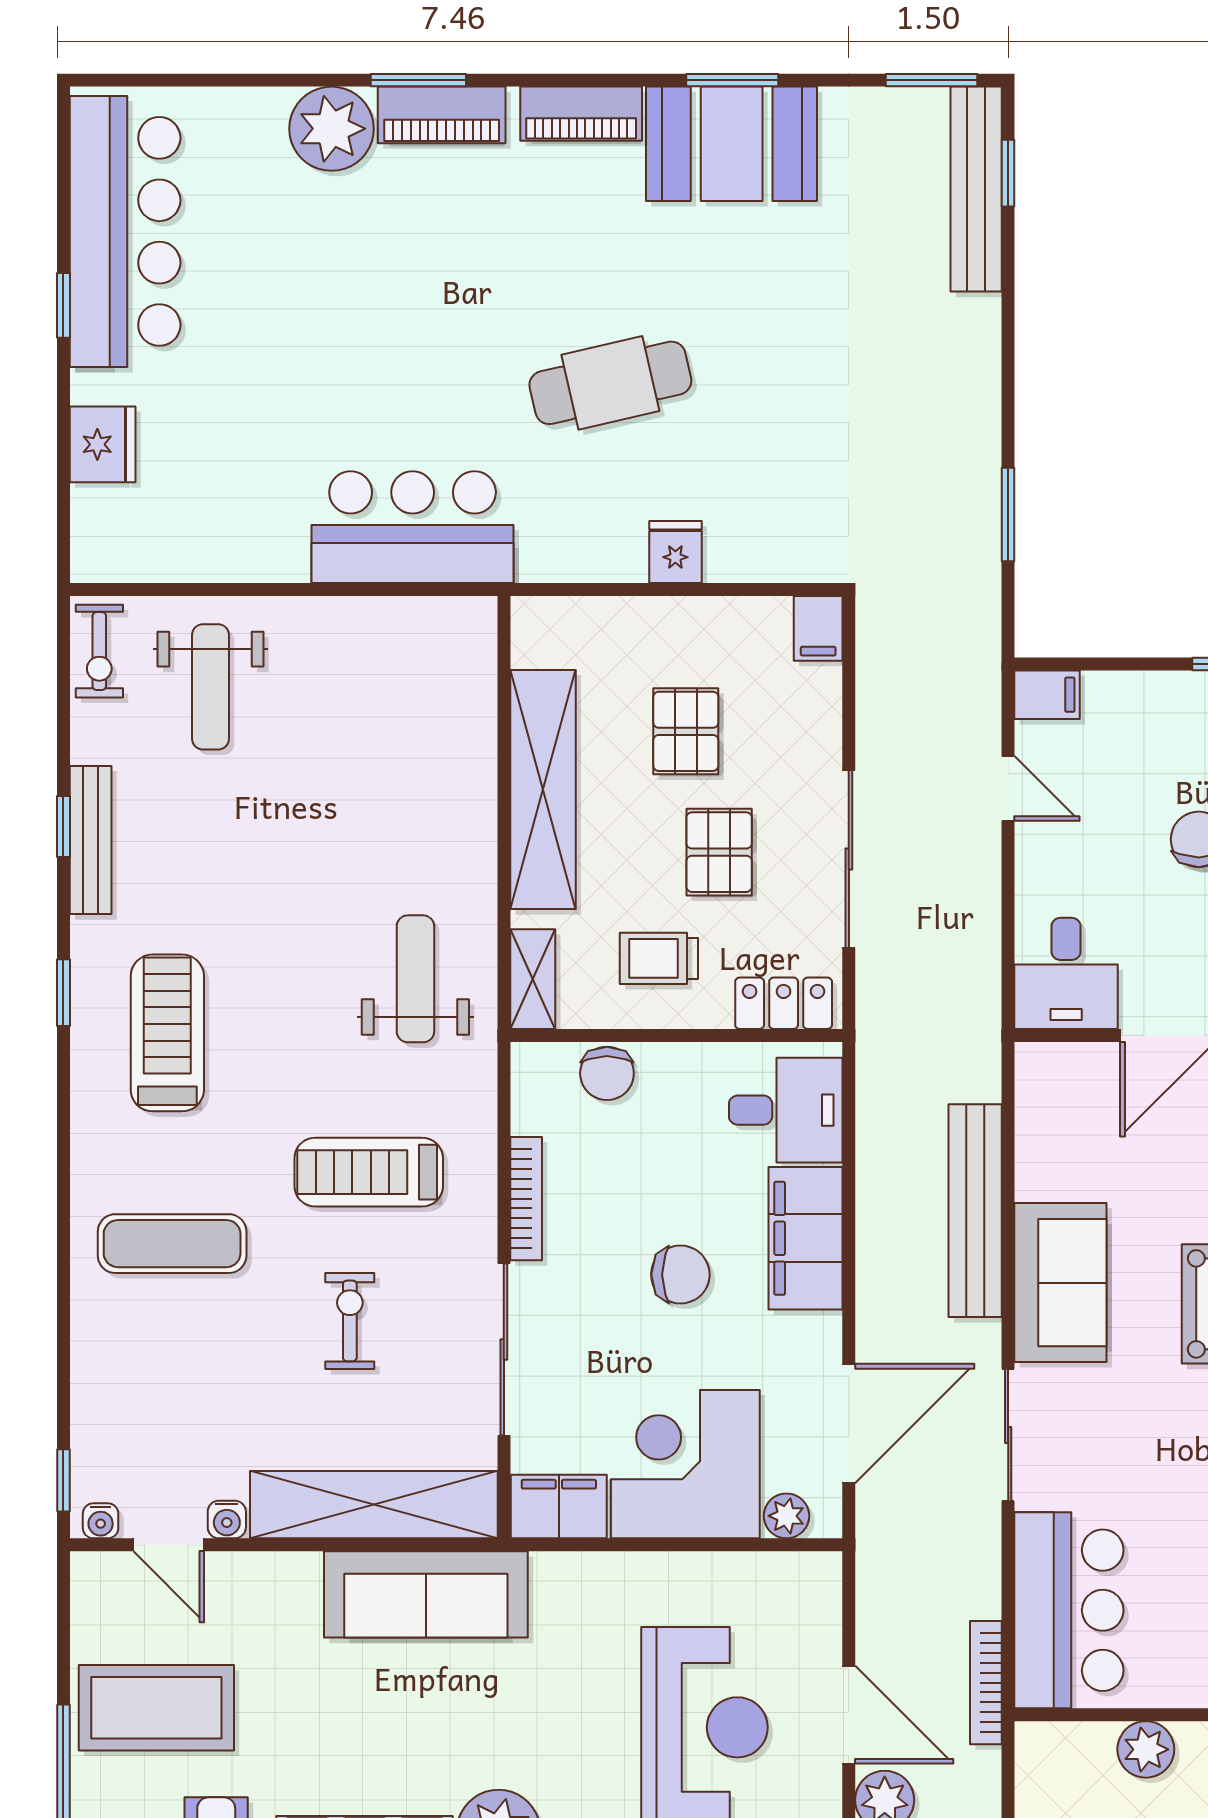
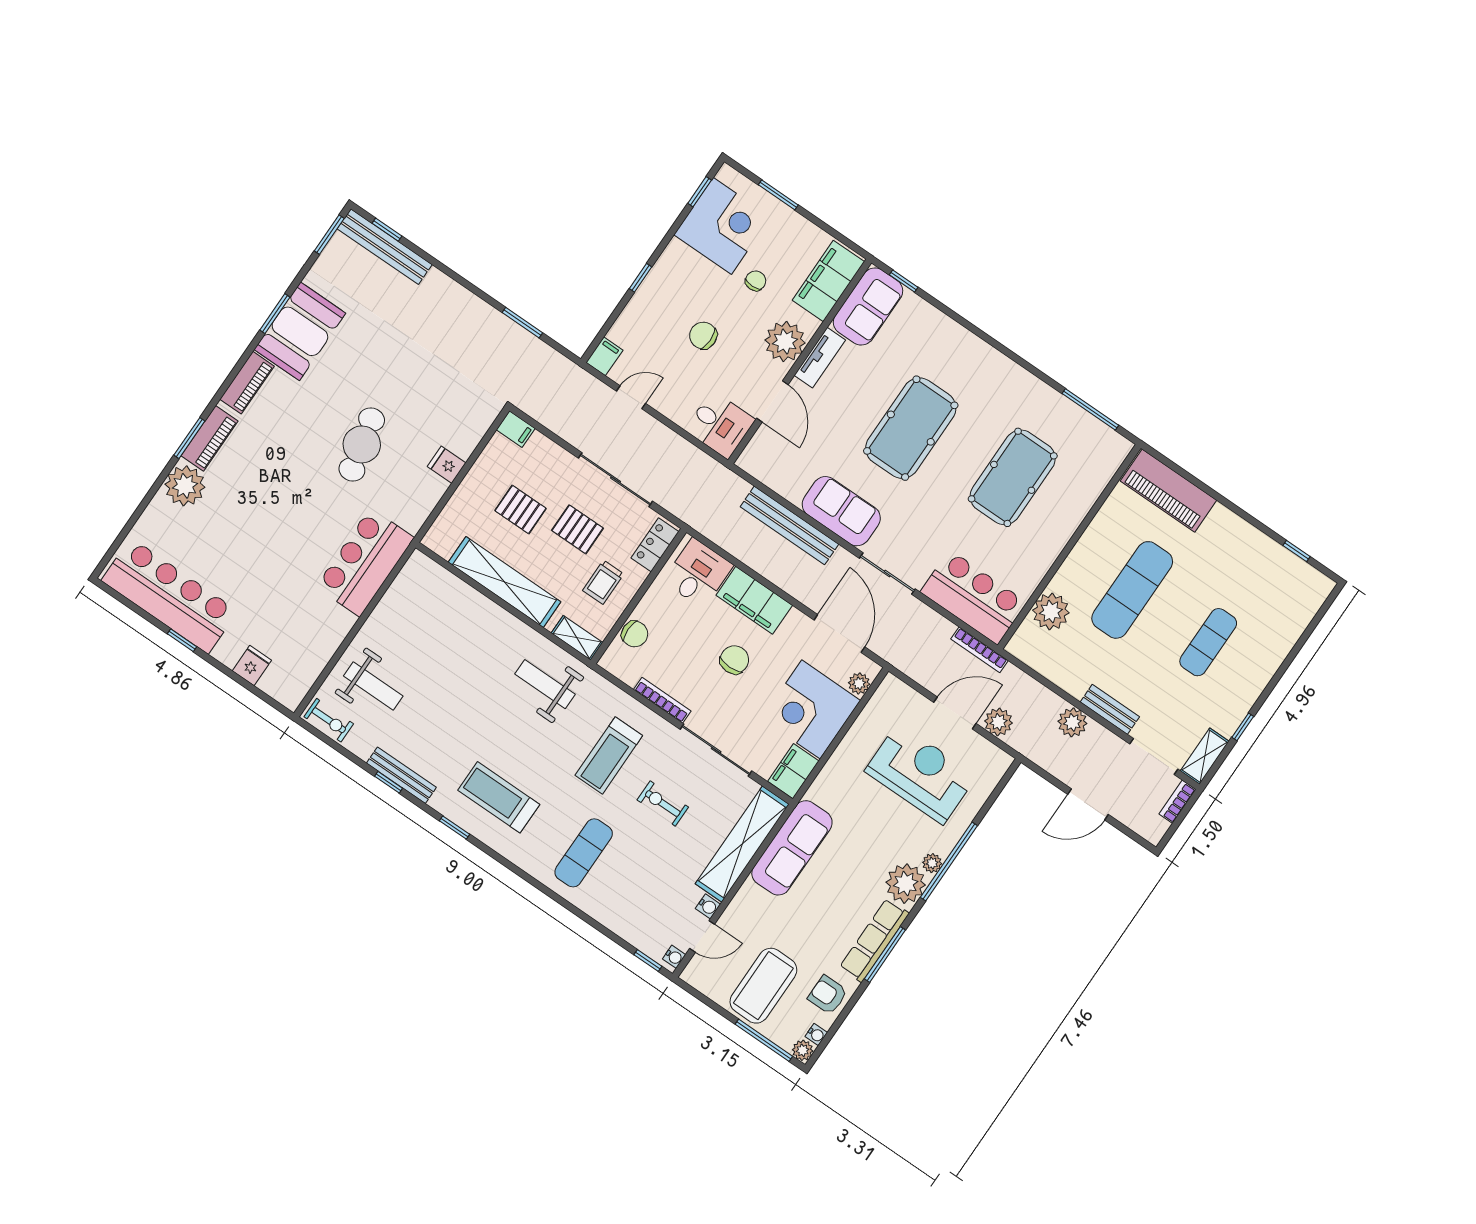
fridge: (103, 444) -> (252, 666), width x0.72
plant: (1146, 1749) -> (1051, 612), width x1.36, depth x1.36

